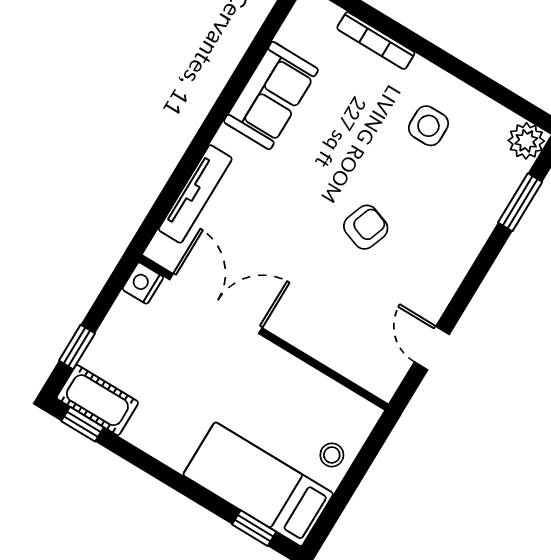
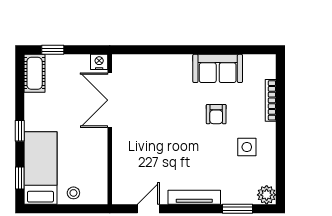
tv unit: (195, 194) -> (194, 197), moved, turned 180
armchair: (366, 227) -> (216, 114), moved, turned 70
double door: (216, 304) -> (110, 100), swing flipped
window: (82, 424) -> (20, 131), moved

